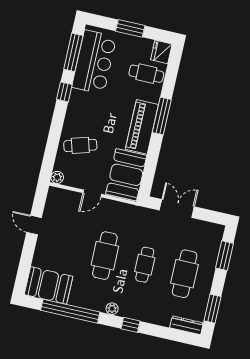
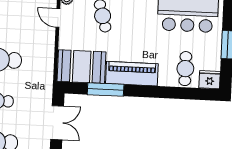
window: (162, 116) -> (106, 89), moved
door: (92, 193) -> (58, 18), moved

